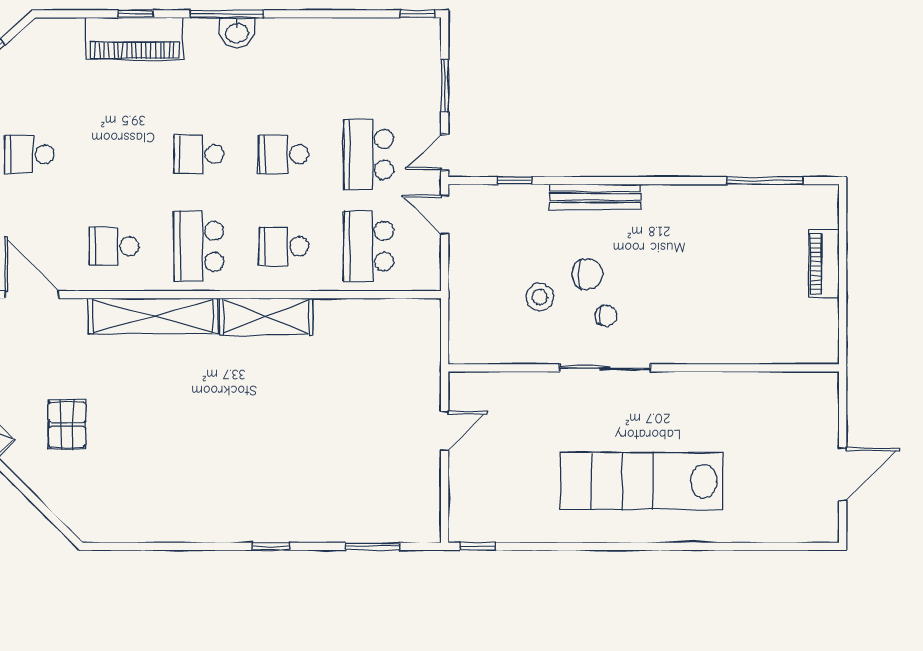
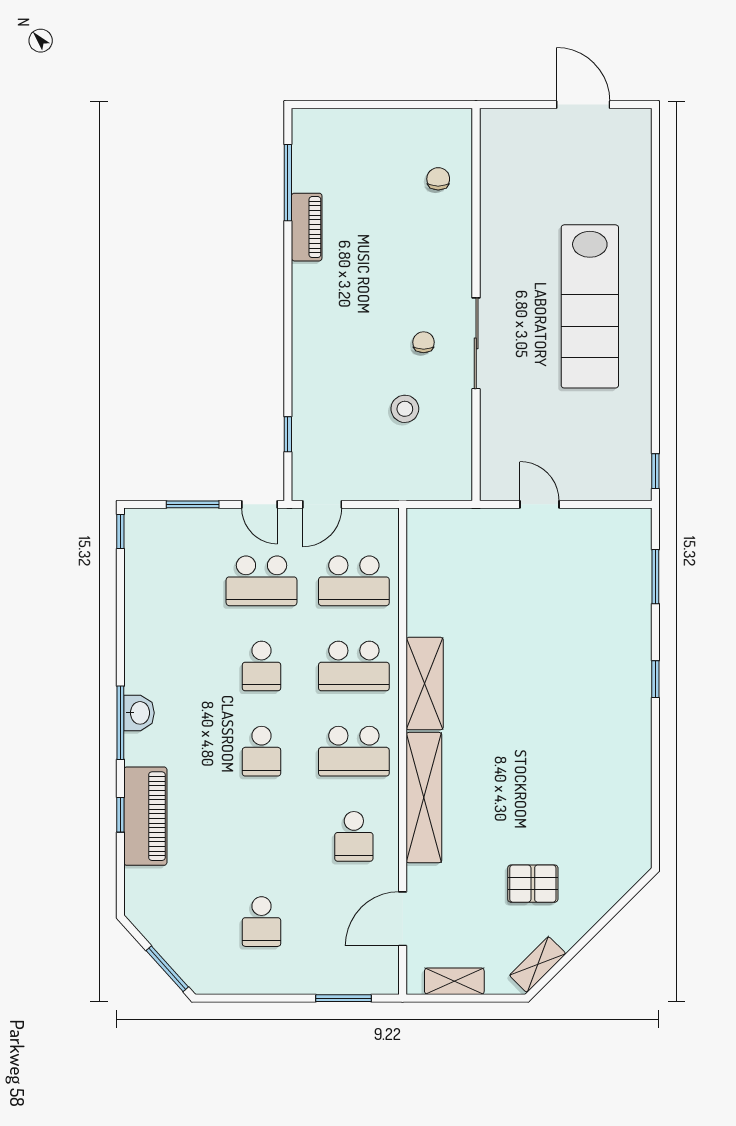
bench: (595, 197) -> (304, 353), removed
school desk: (284, 246) -> (354, 666), width x1.85
piano: (824, 264) -> (307, 227), moved, turned -90
chair: (587, 274) -> (438, 179), moved, width x0.73, depth x0.73

